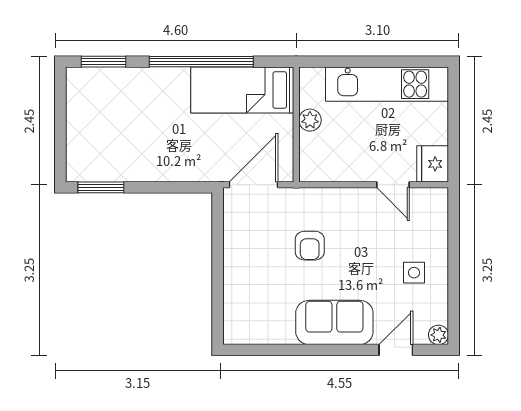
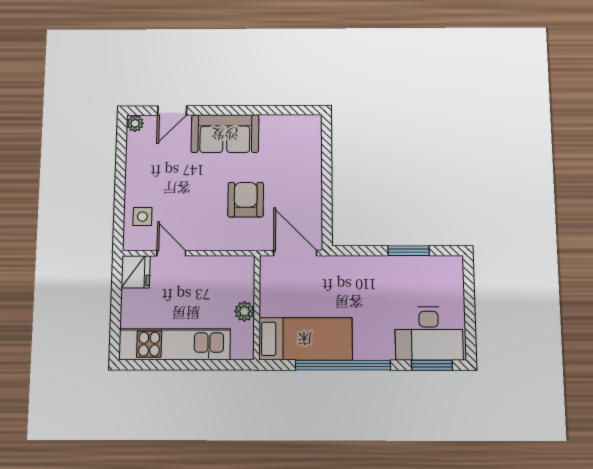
desk: (106, 96) -> (429, 334), added
door: (254, 185) -> (295, 253), swing flipped
window: (101, 187) -> (409, 251), moved
armchair: (310, 246) -> (246, 200), width x1.38, depth x1.38
side table: (414, 273) -> (142, 217), moved

